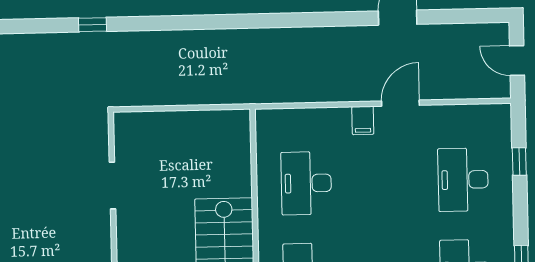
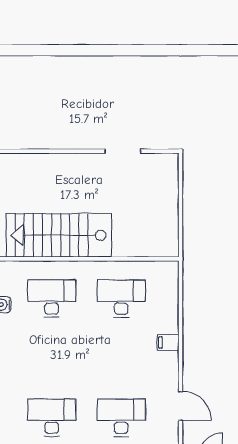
door: (400, 103) -> (180, 406), moved

